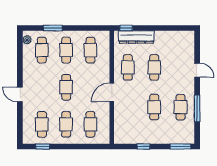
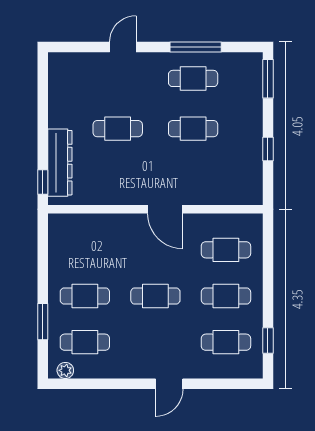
cafe table: (90, 50) -> (85, 250), removed
cafe table: (128, 67) -> (118, 179), removed

